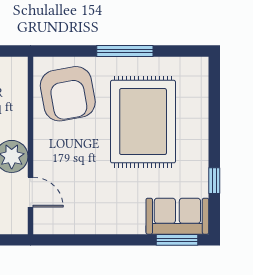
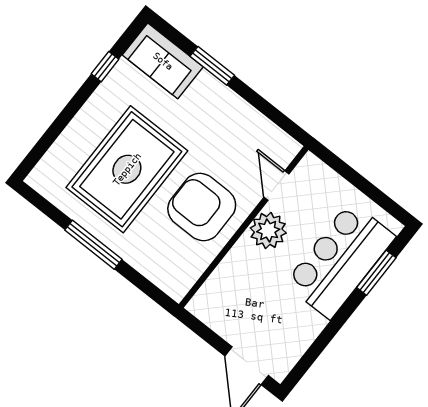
armchair: (68, 94) -> (202, 207), moved, turned -80
window: (177, 240) -> (212, 66), moved

